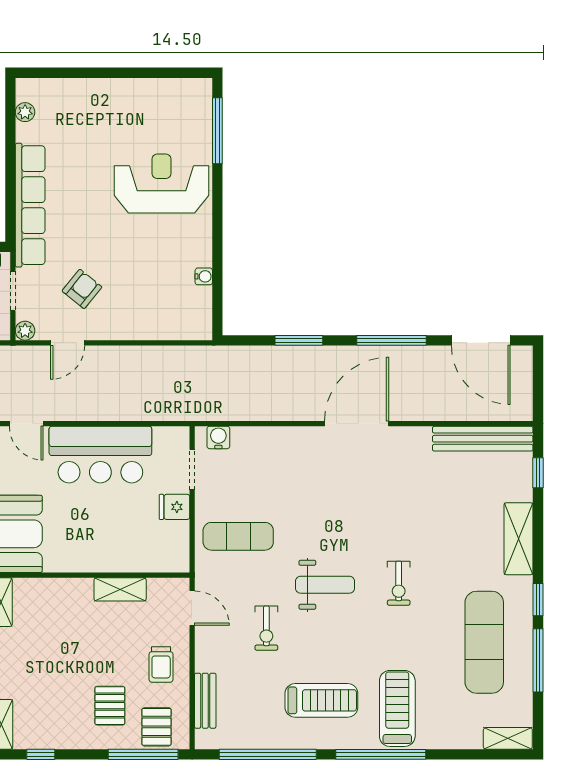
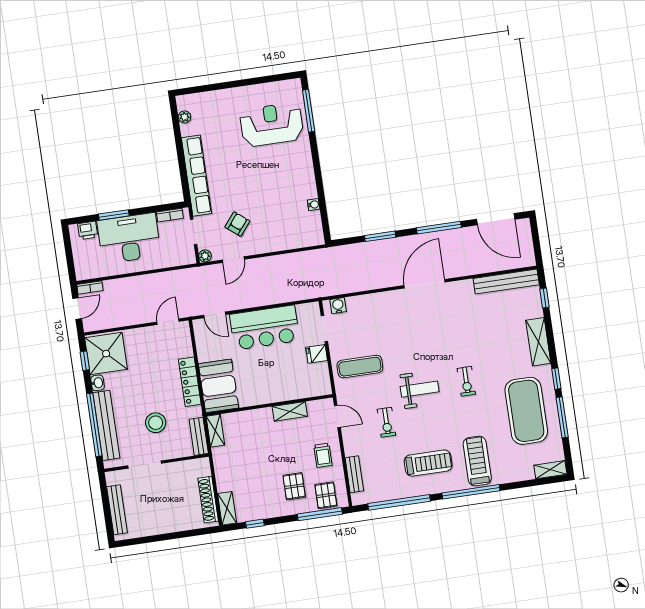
reception desk: (161, 183) -> (272, 125), moved
exercise mat: (484, 642) -> (526, 411), width x1.47

